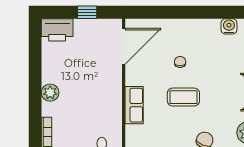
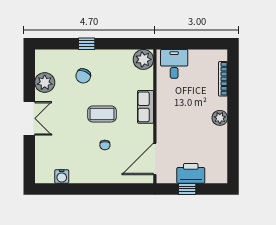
printer: (57, 30) -> (191, 173), moved

